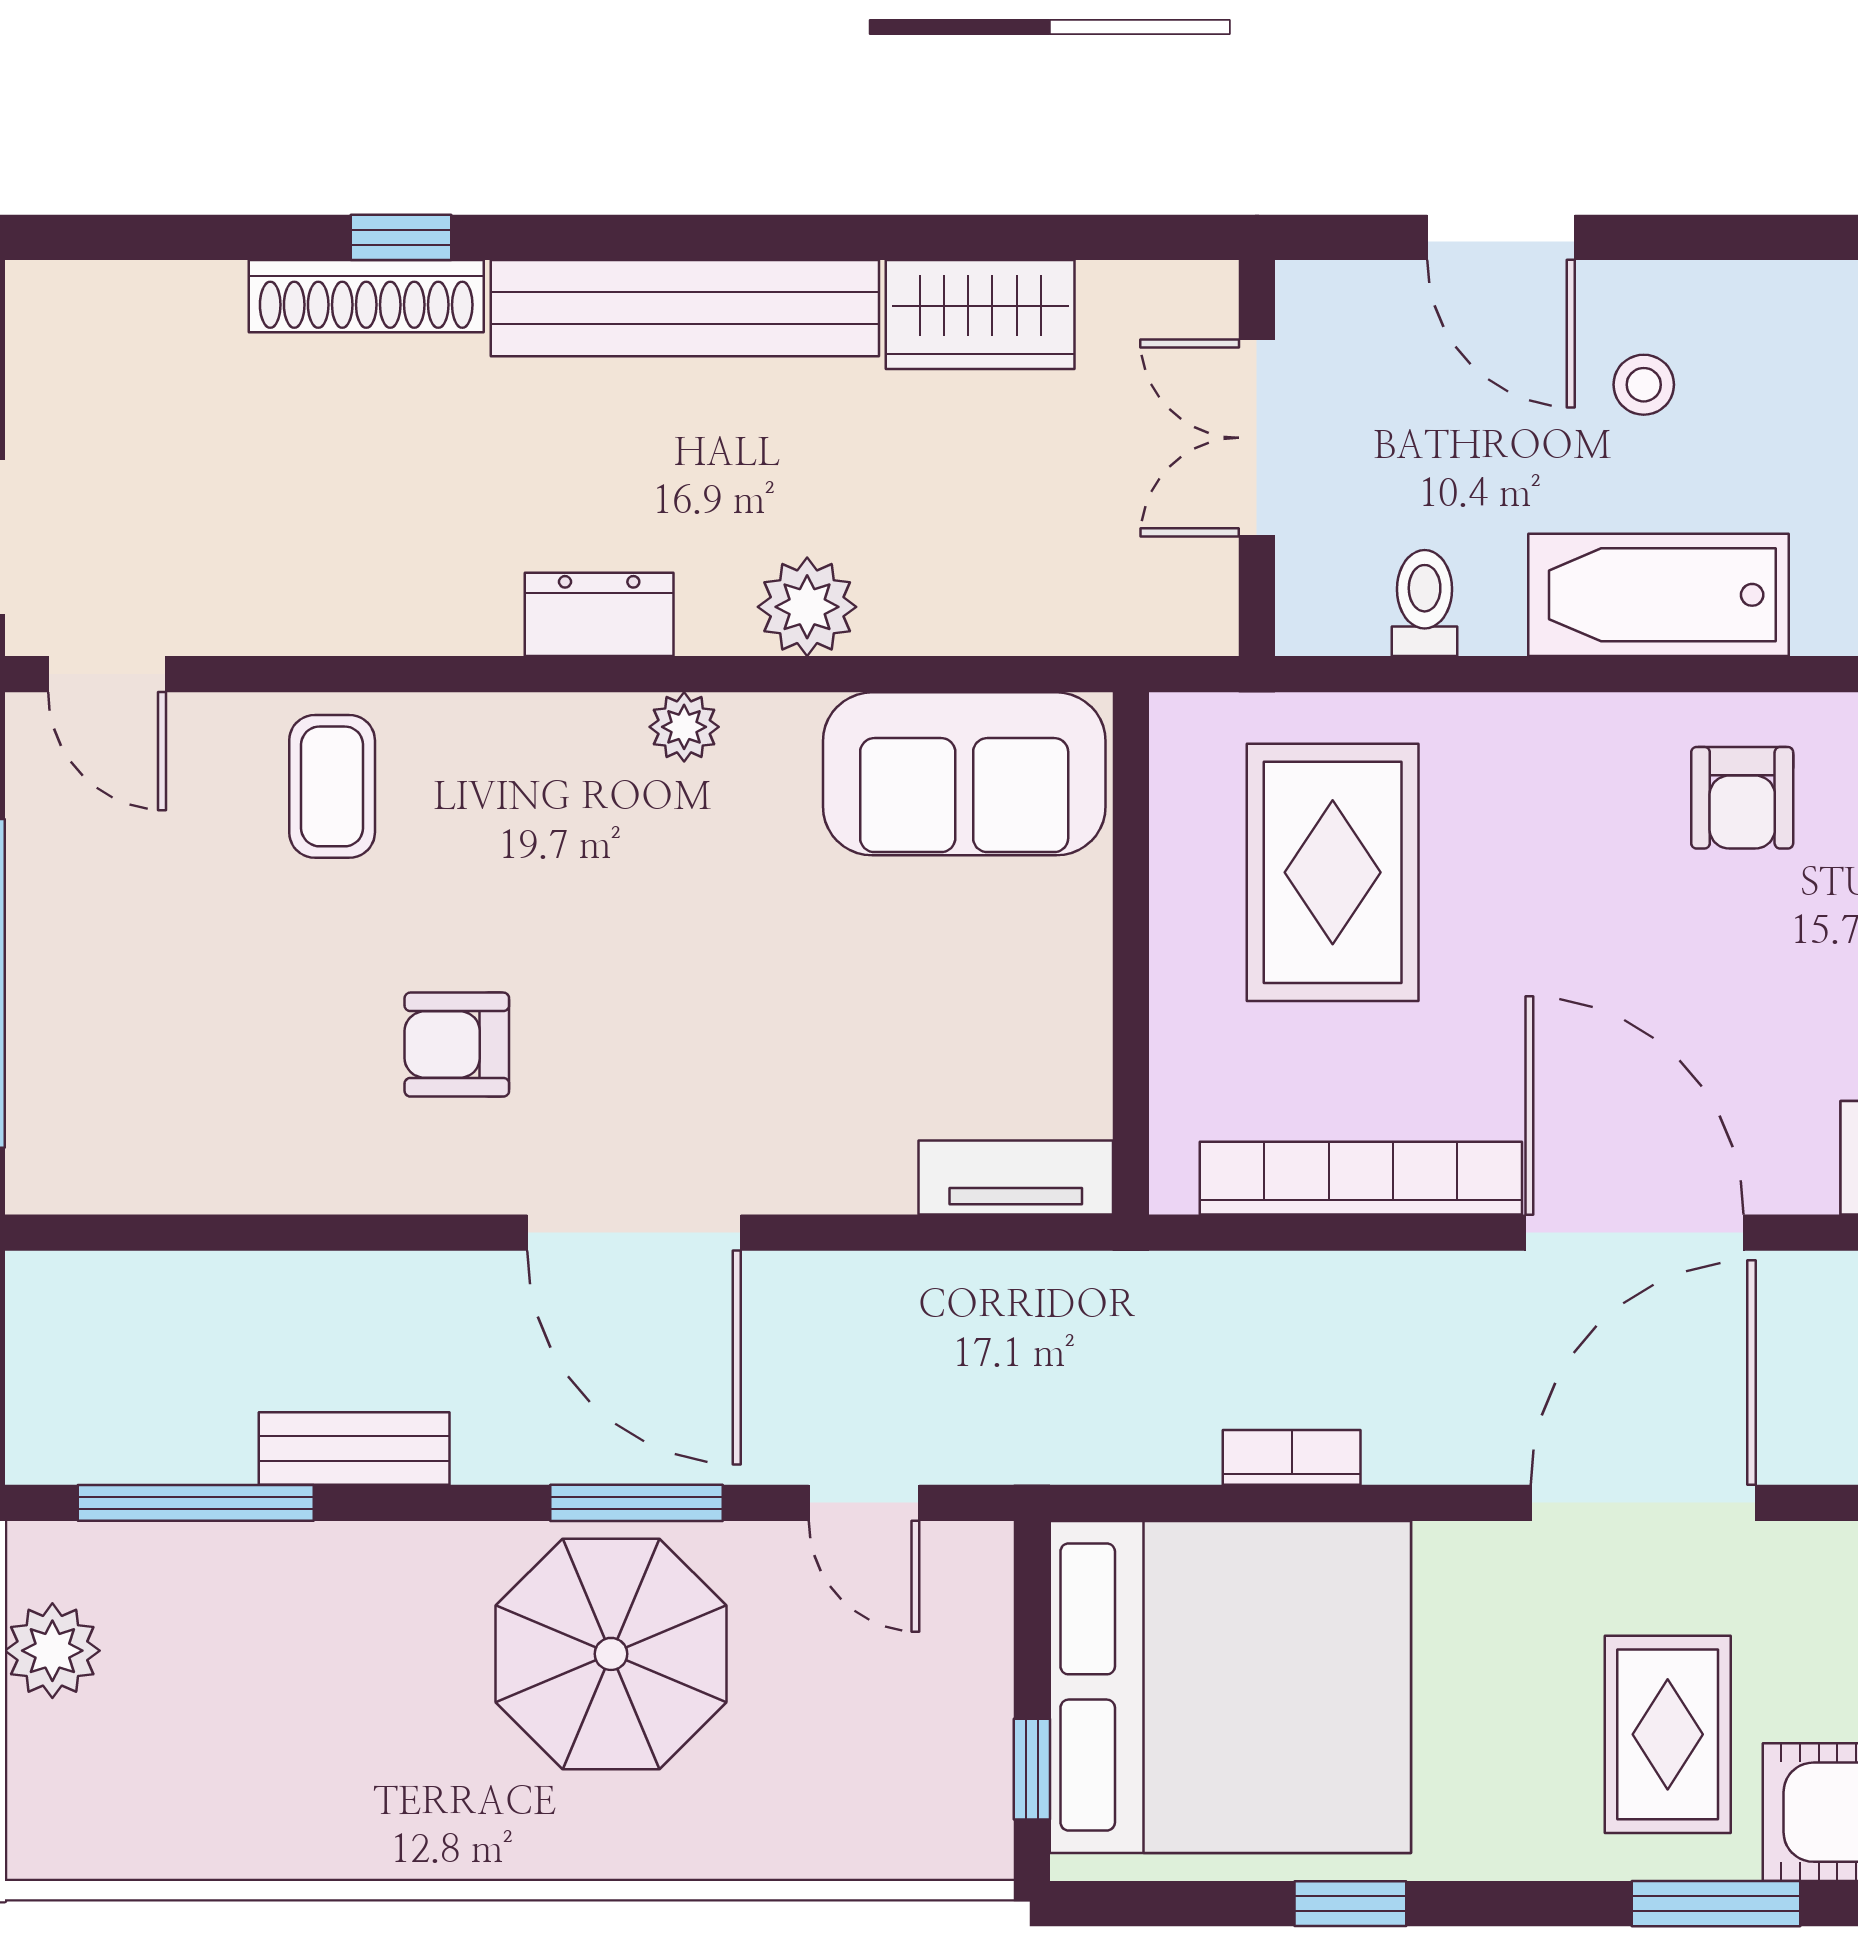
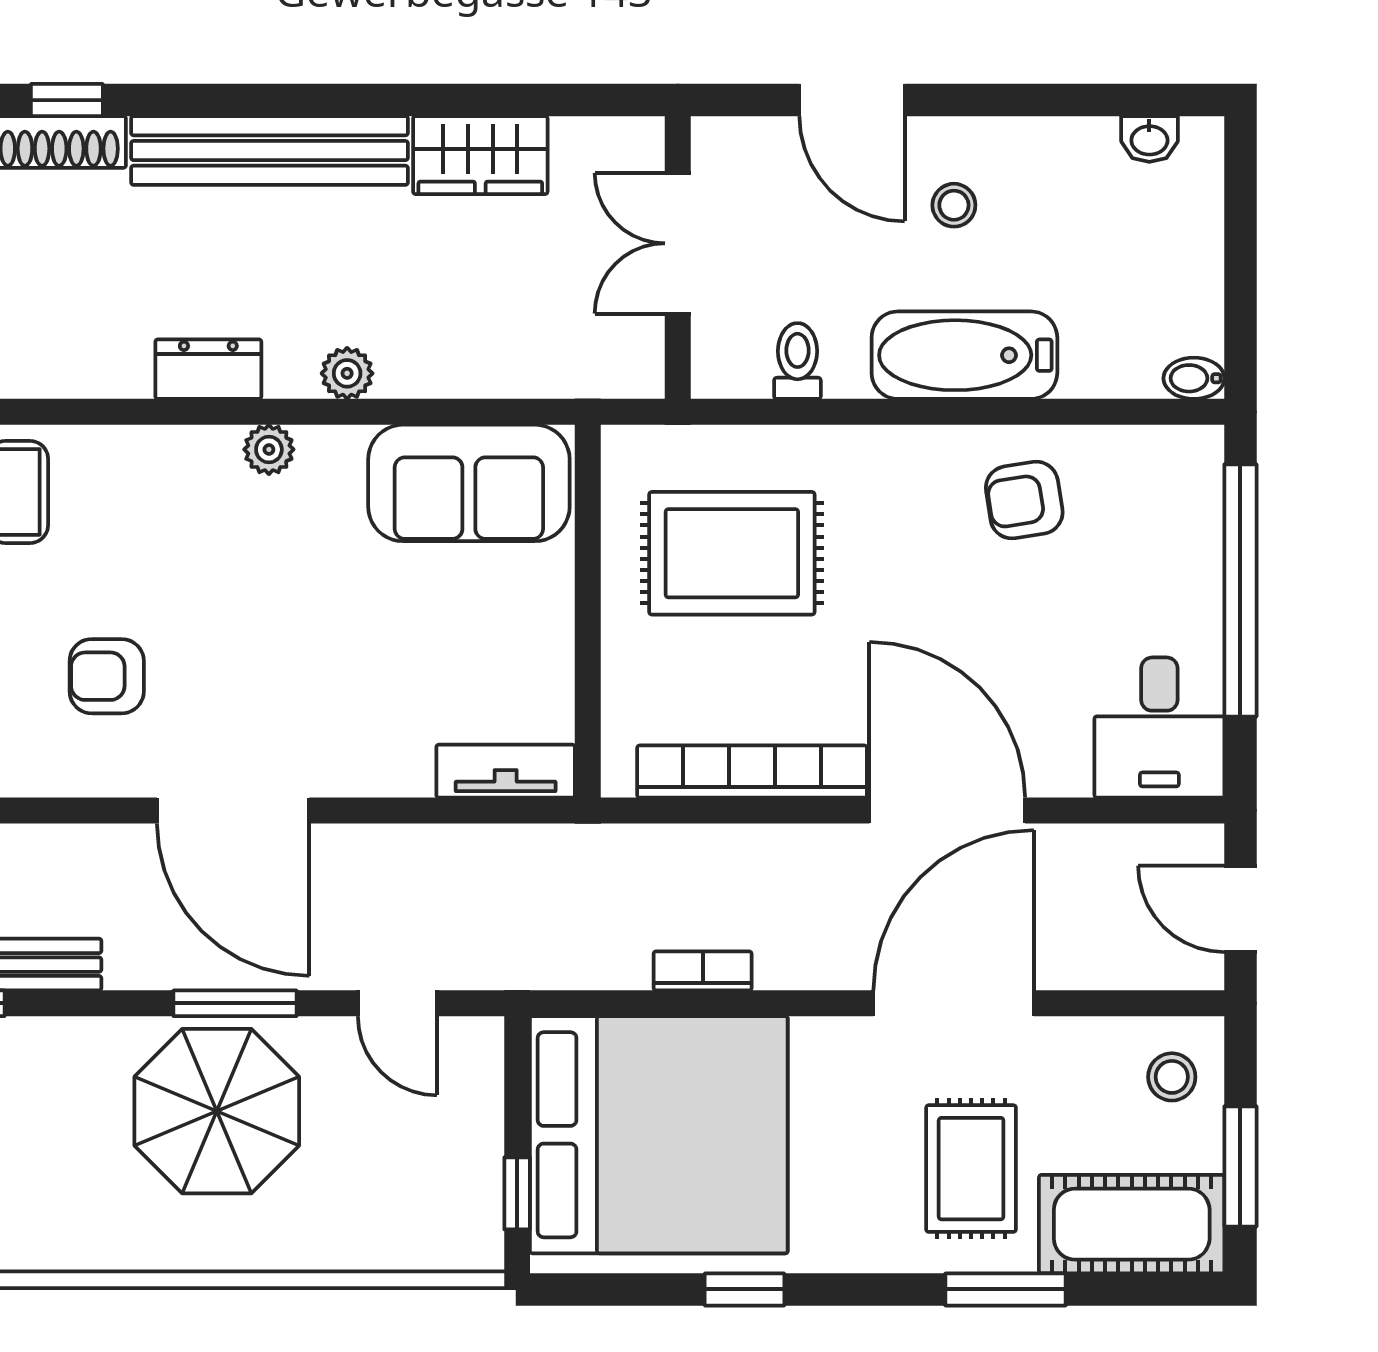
plant: (807, 607) -> (347, 373), width x0.73, depth x0.73
armchair: (1742, 798) -> (1024, 500), turned 81
rug: (1333, 872) -> (732, 553), turned 90

